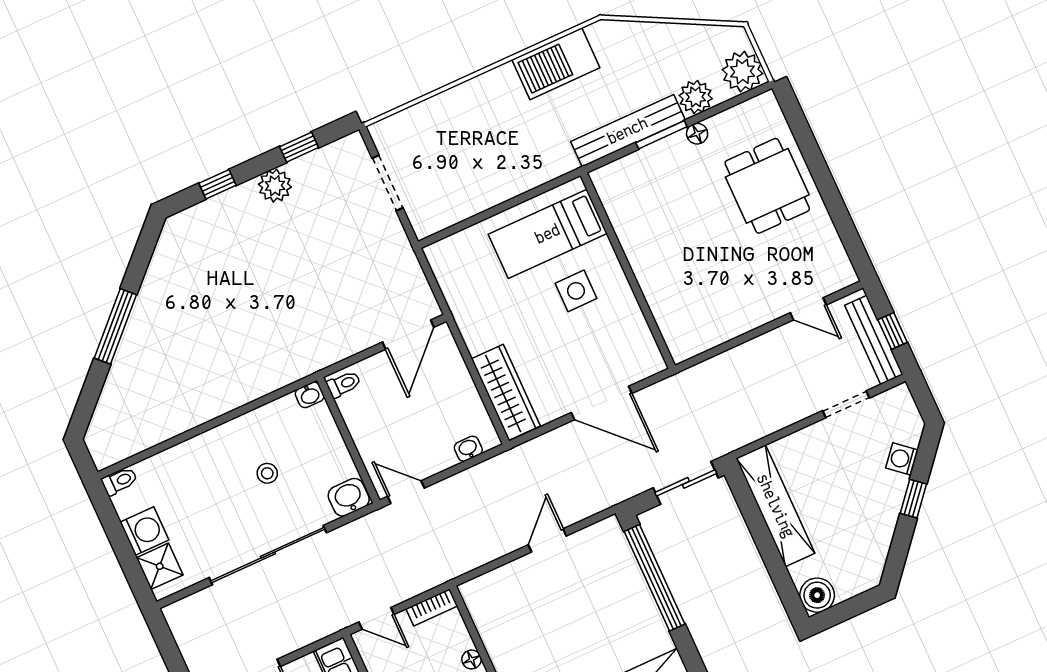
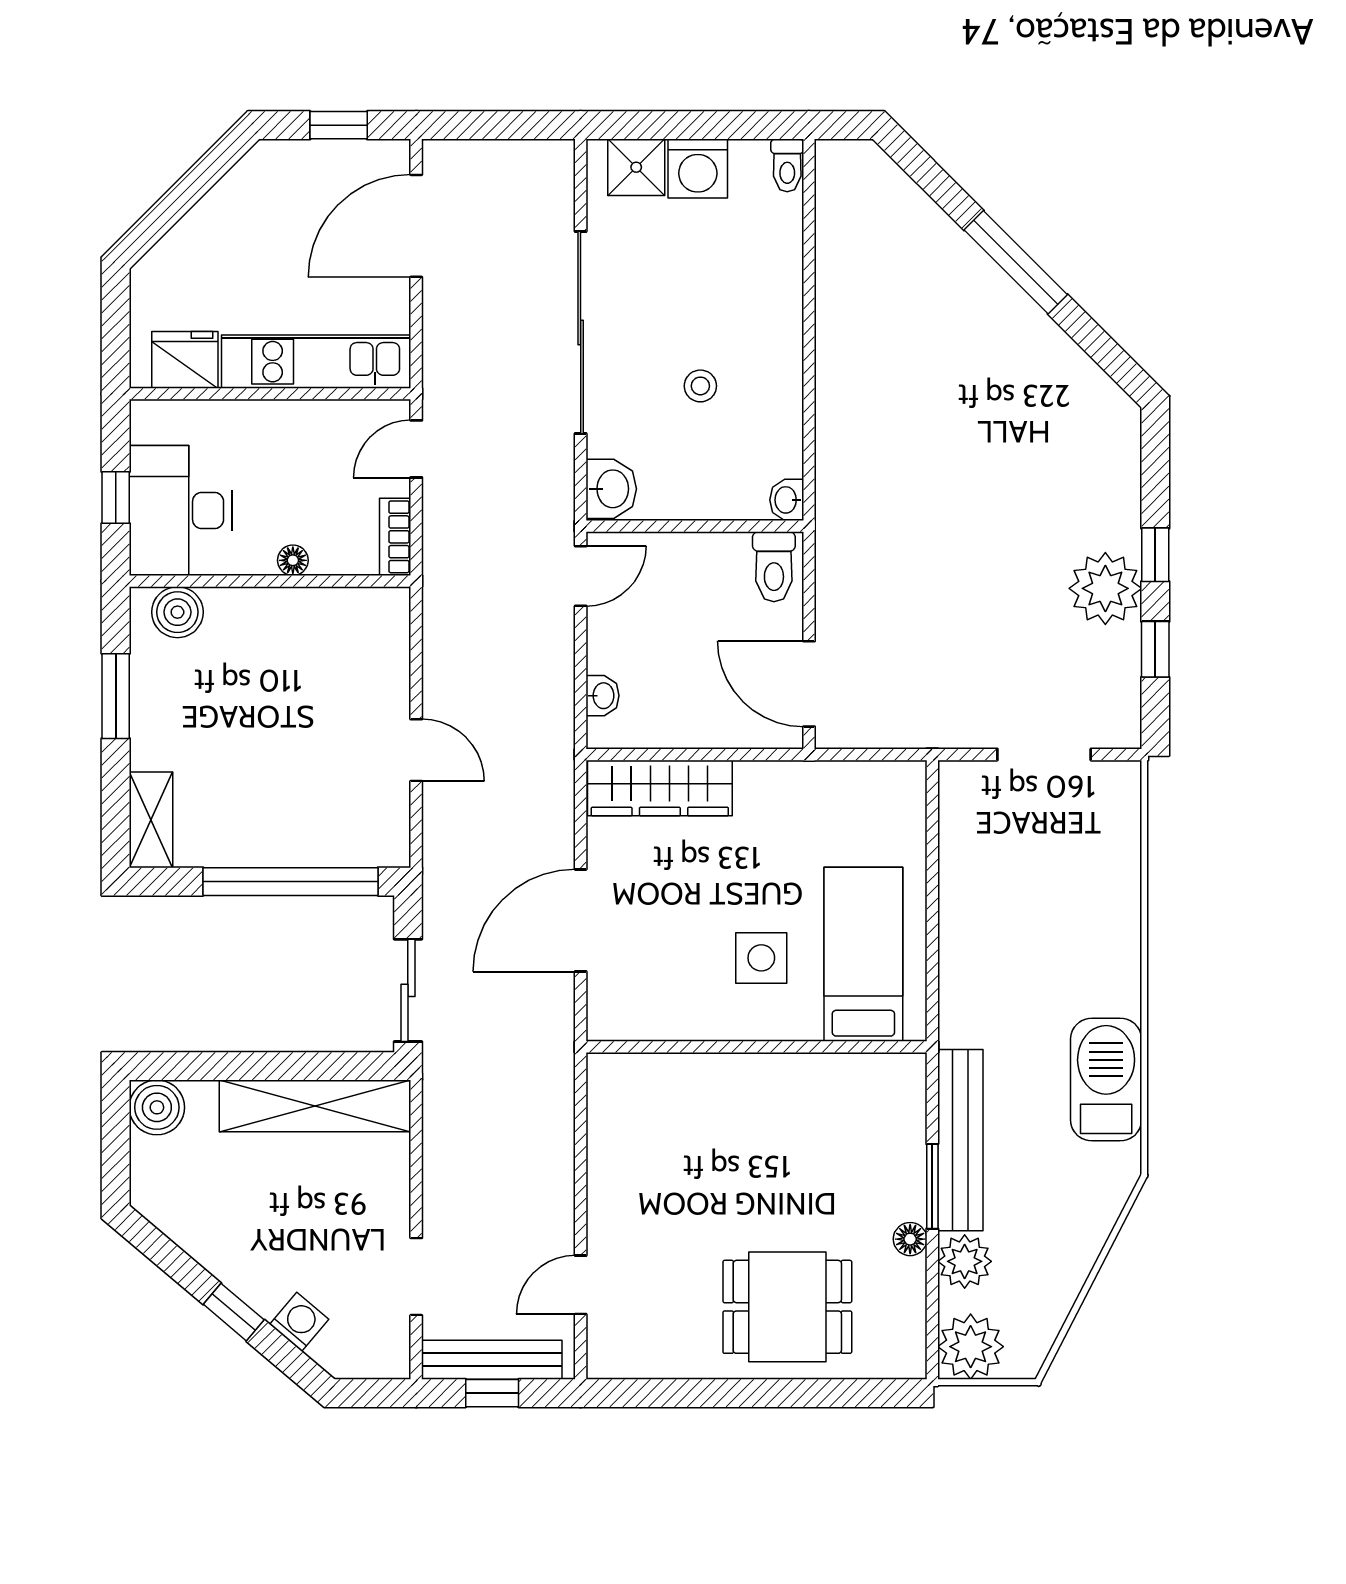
window: (218, 184) -> (1155, 555), moved
plant: (275, 186) -> (1105, 588), width x1.36, depth x1.36
toilet: (344, 384) -> (774, 567), width x1.37, depth x1.39

